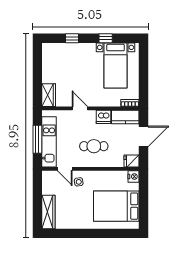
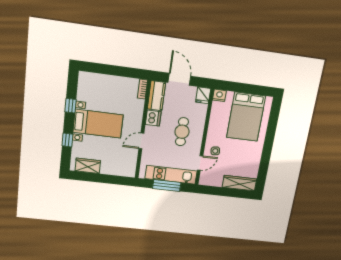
bed with nightstands: (116, 65) -> (98, 124), moved
wardrobe: (49, 95) -> (88, 166), moved

